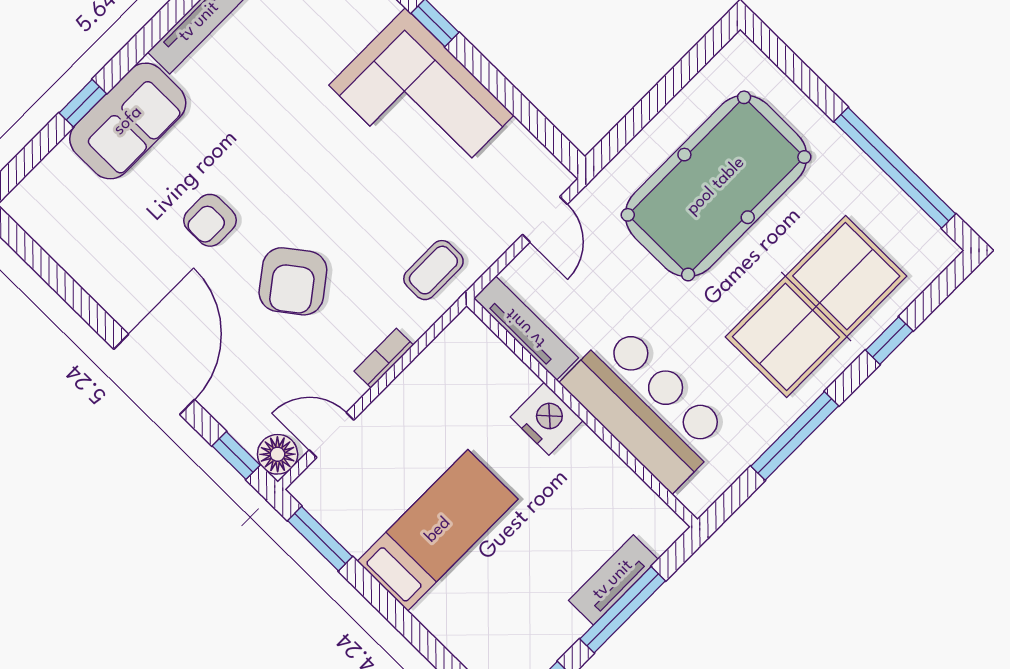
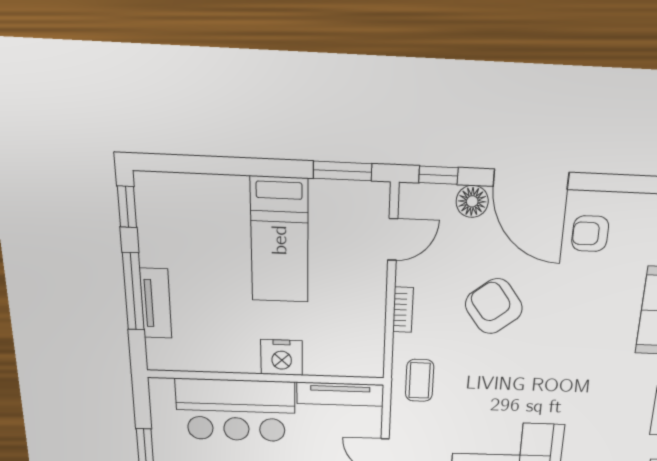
armchair: (210, 220) -> (590, 234), moved, turned -90
floor lamp: (278, 454) -> (472, 201), moved

